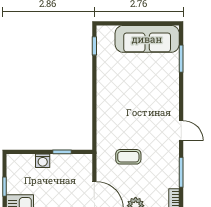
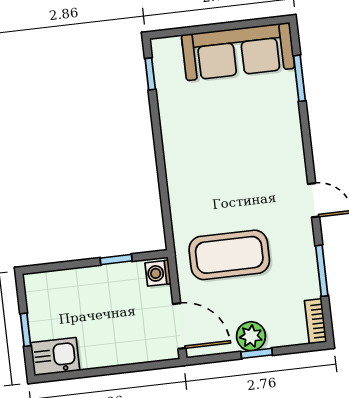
coffee table: (128, 157) -> (229, 255), width x1.86, depth x1.72
washing machine: (43, 161) -> (158, 273), moved, turned 90

